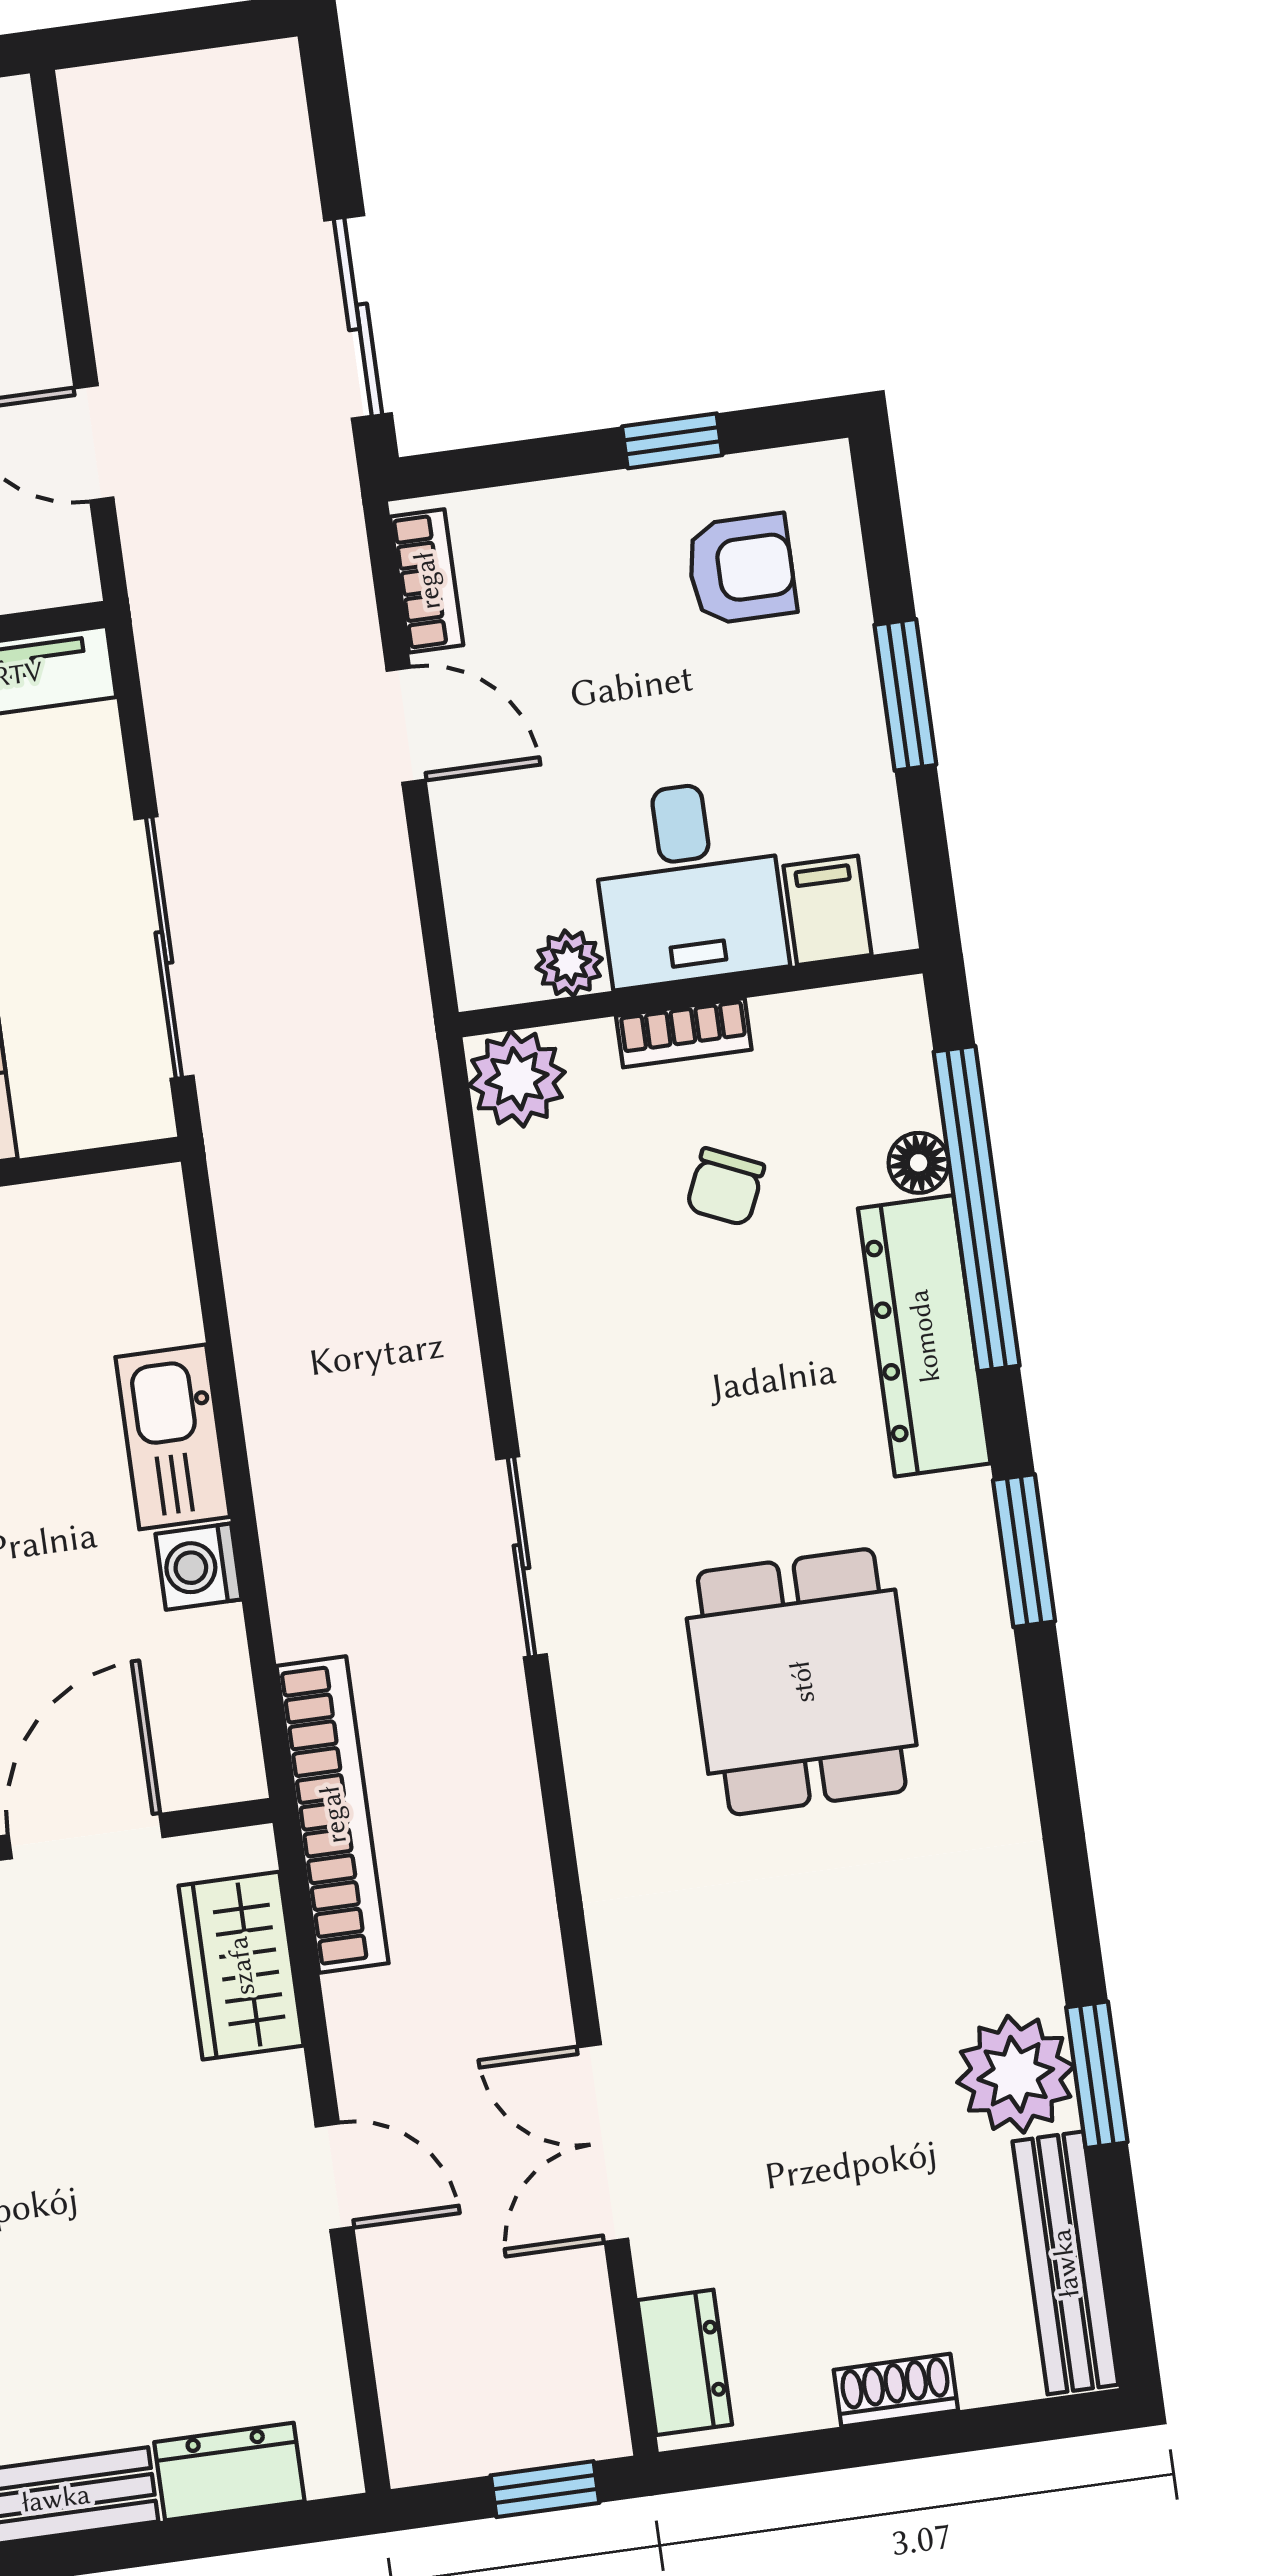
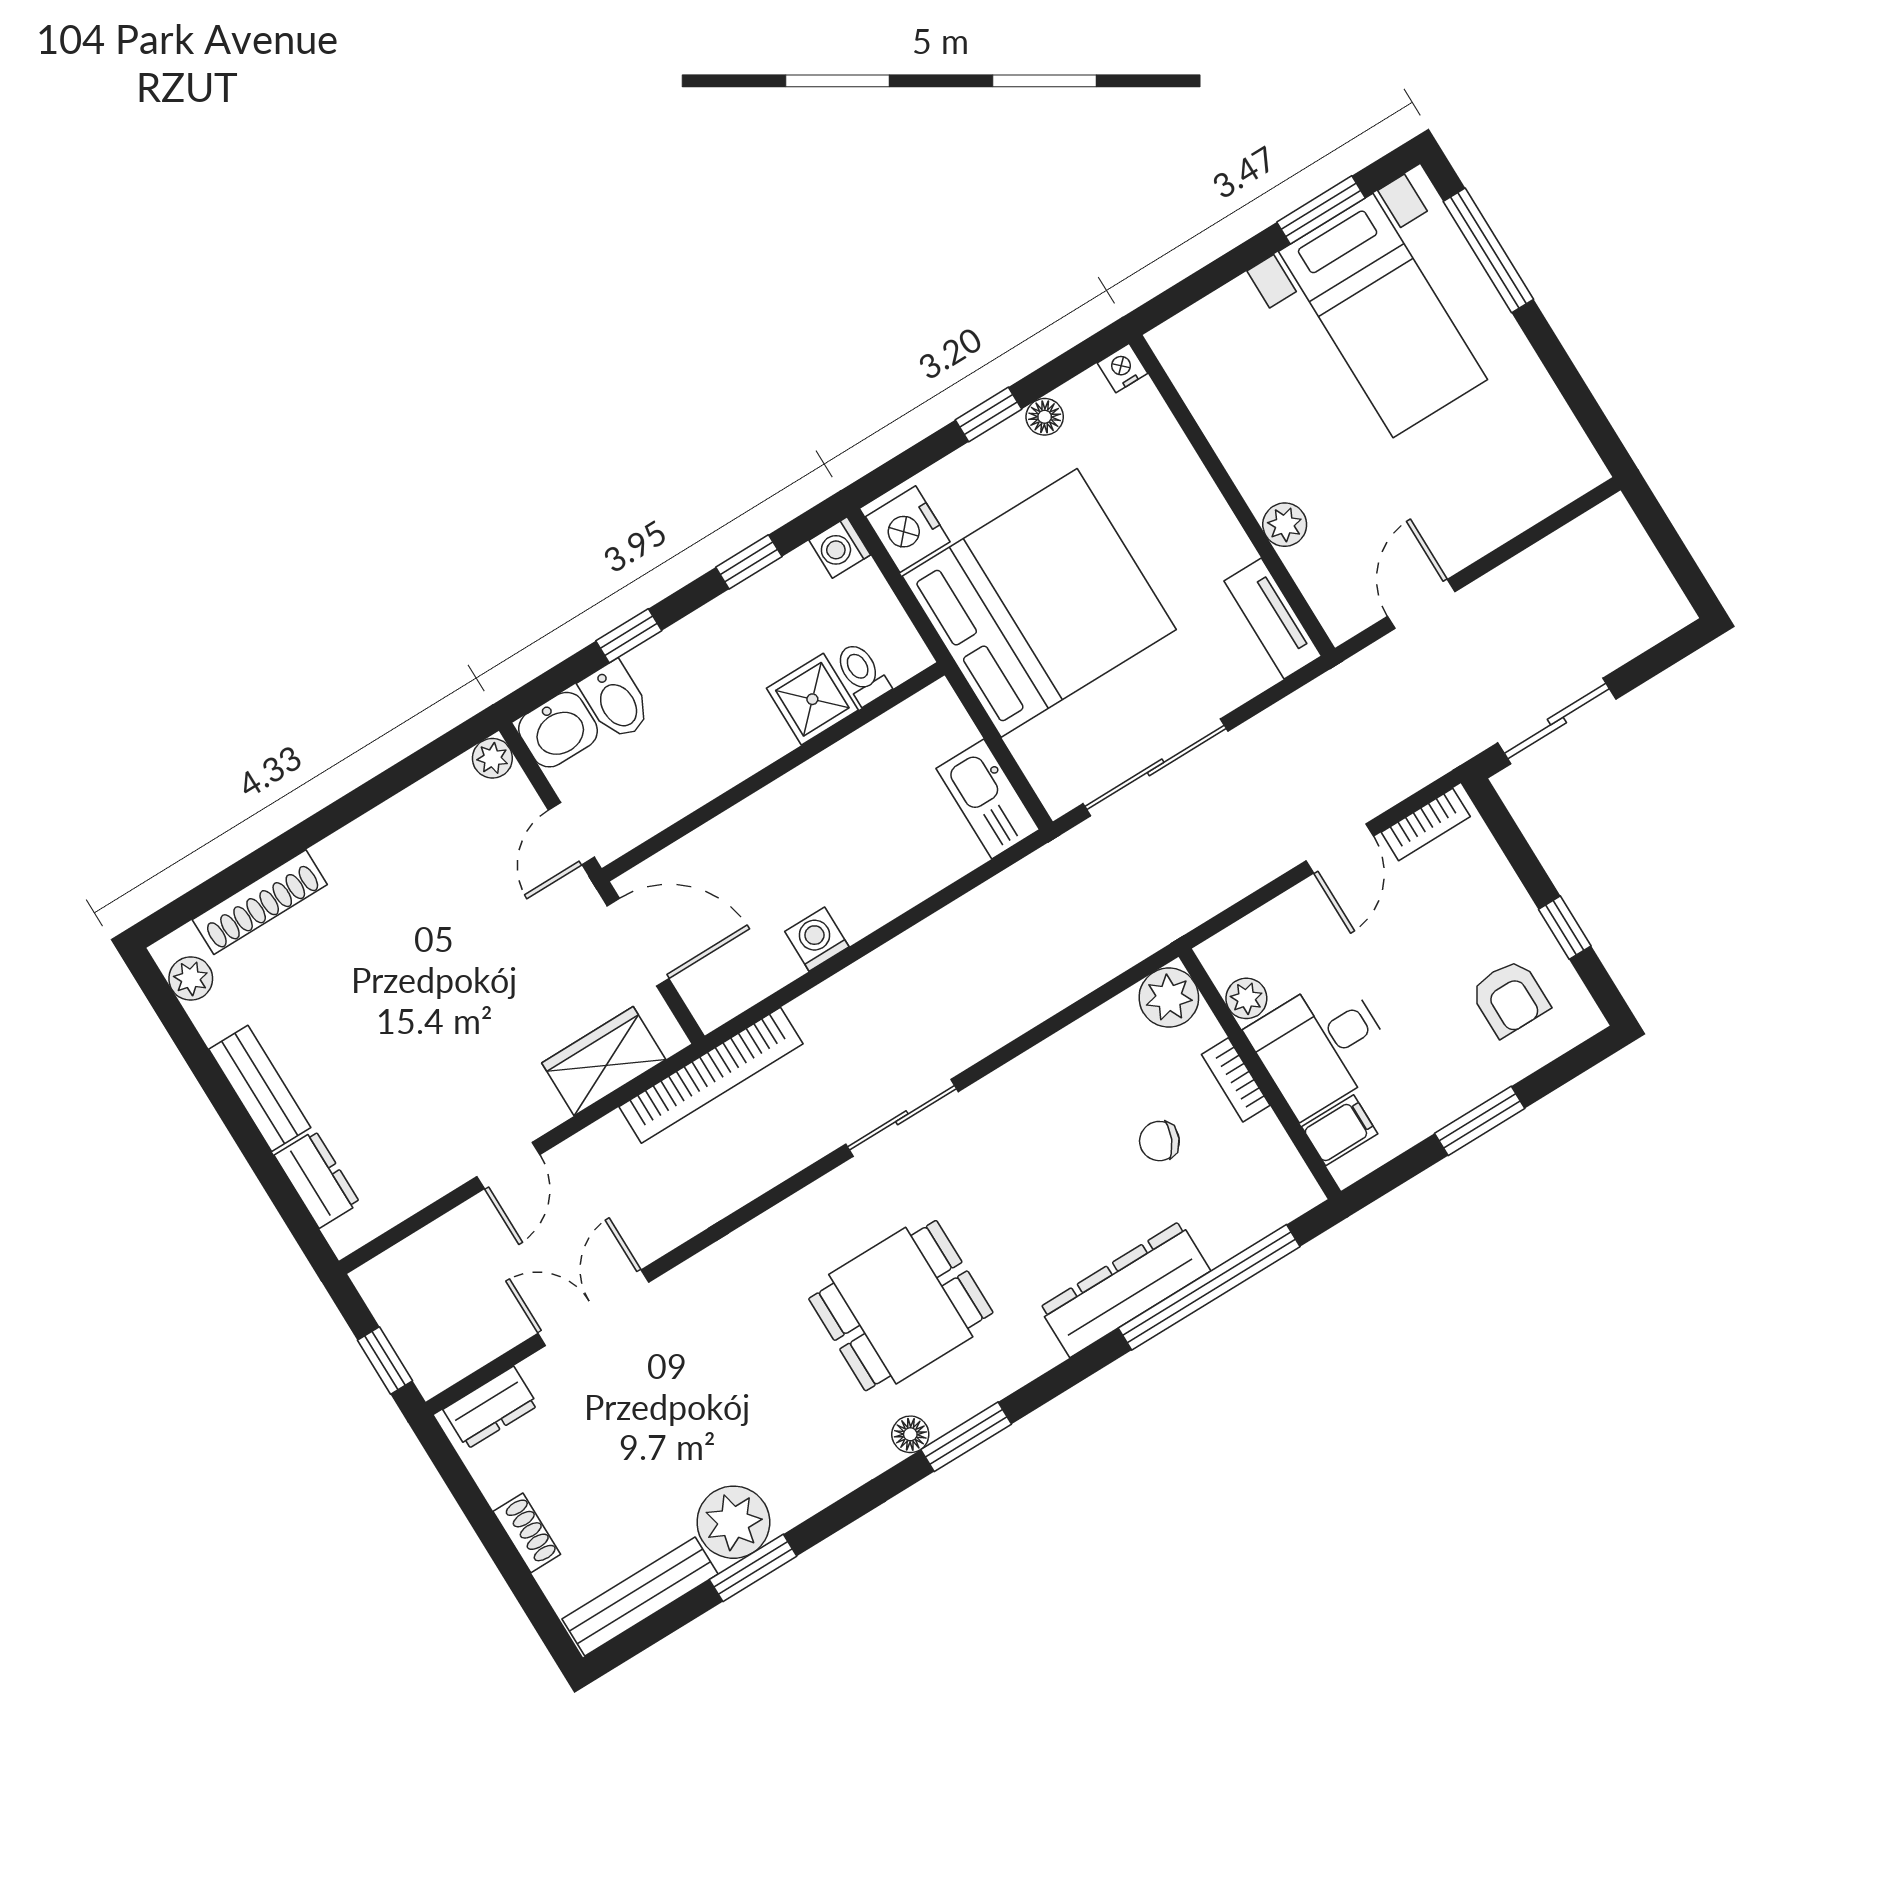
floor lamp: (919, 1163) -> (910, 1434), moved
kitchen sink: (173, 1437) -> (988, 799), moved, turned -90
window: (1024, 1551) -> (966, 1437), moved

